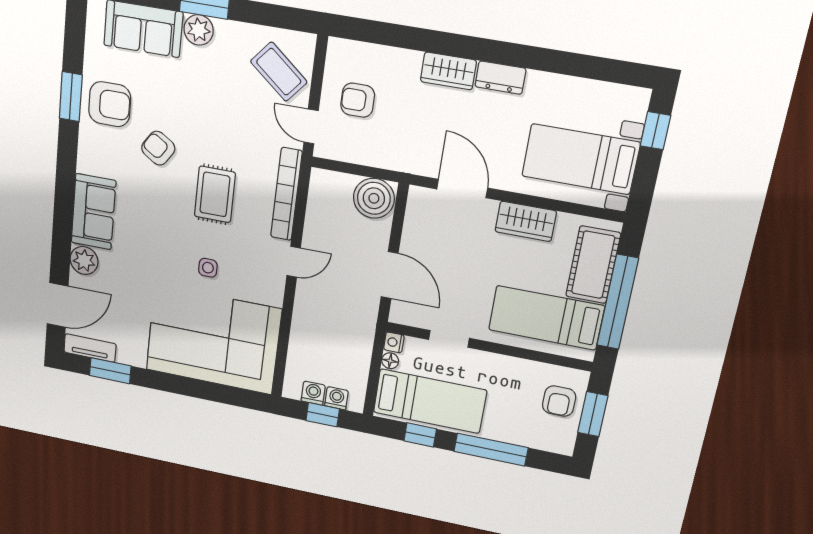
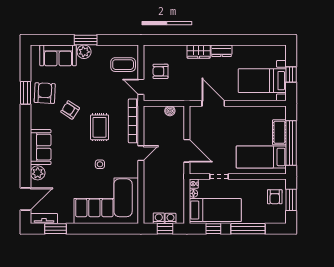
coffee table: (279, 72) -> (123, 65), turned -40
armchair: (110, 104) -> (45, 93), turned -87
window: (655, 131) -> (291, 74), moved
boiler: (374, 198) -> (170, 111), width x0.54, depth x0.54
wardrobe: (526, 221) -> (244, 113), removed
cot: (593, 265) -> (279, 132), width x0.73, depth x0.75

